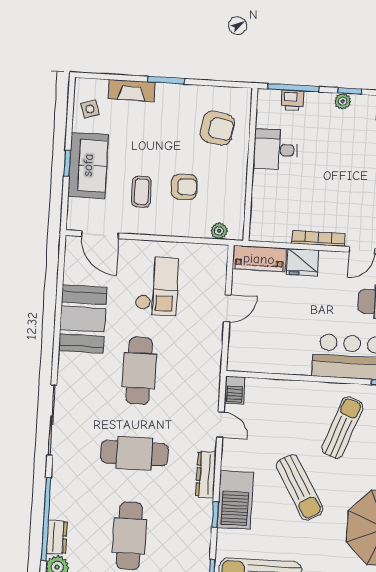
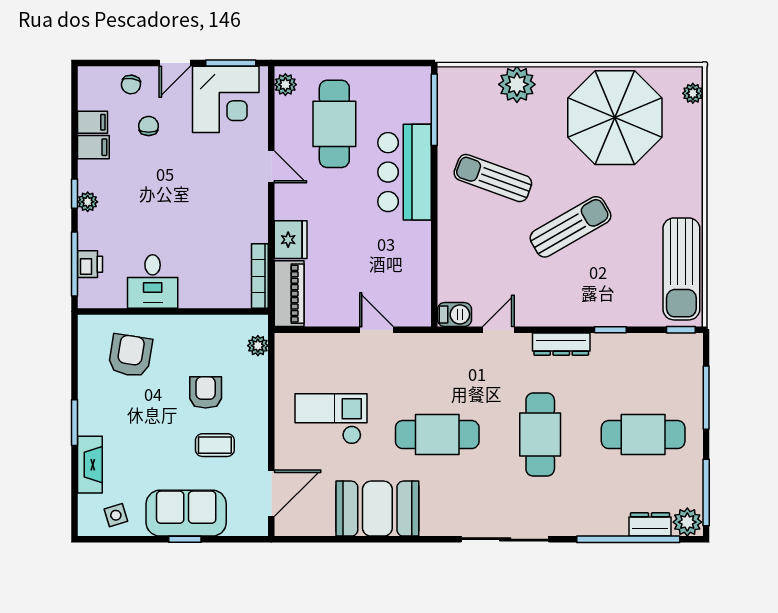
bookcase: (318, 238) -> (260, 276), moved
door: (227, 308) -> (376, 330), moved
barbecue: (235, 500) -> (591, 306), removed

